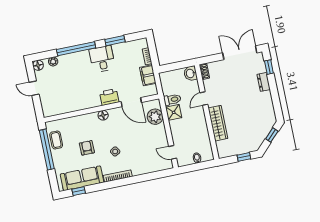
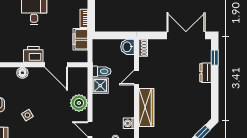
plant: (155, 117) -> (79, 103), moved
washing machine: (205, 140) -> (129, 123), added

